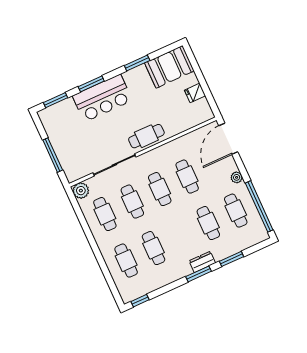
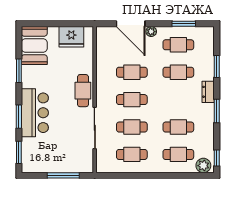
fridge: (195, 93) -> (71, 37), width x1.88, depth x1.34
door: (228, 139) -> (131, 24), moved
plant: (81, 191) -> (203, 166), moved
window: (259, 206) -> (184, 24), width x0.47
window: (199, 274) -> (217, 111), moved

